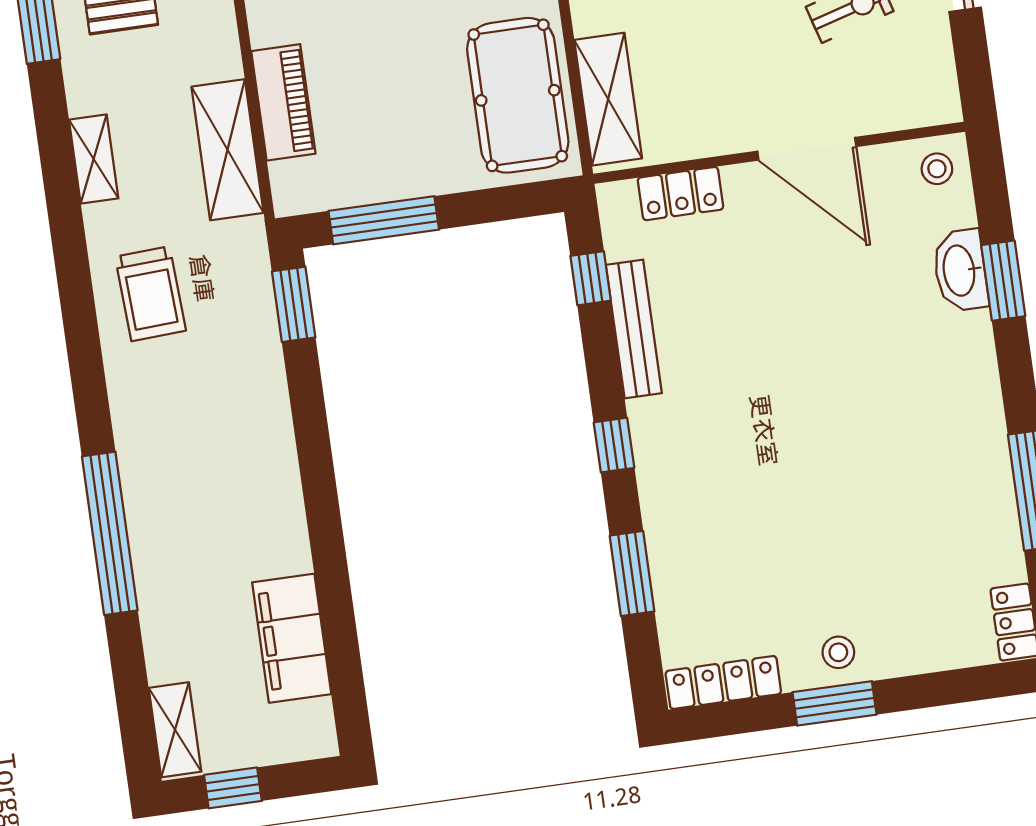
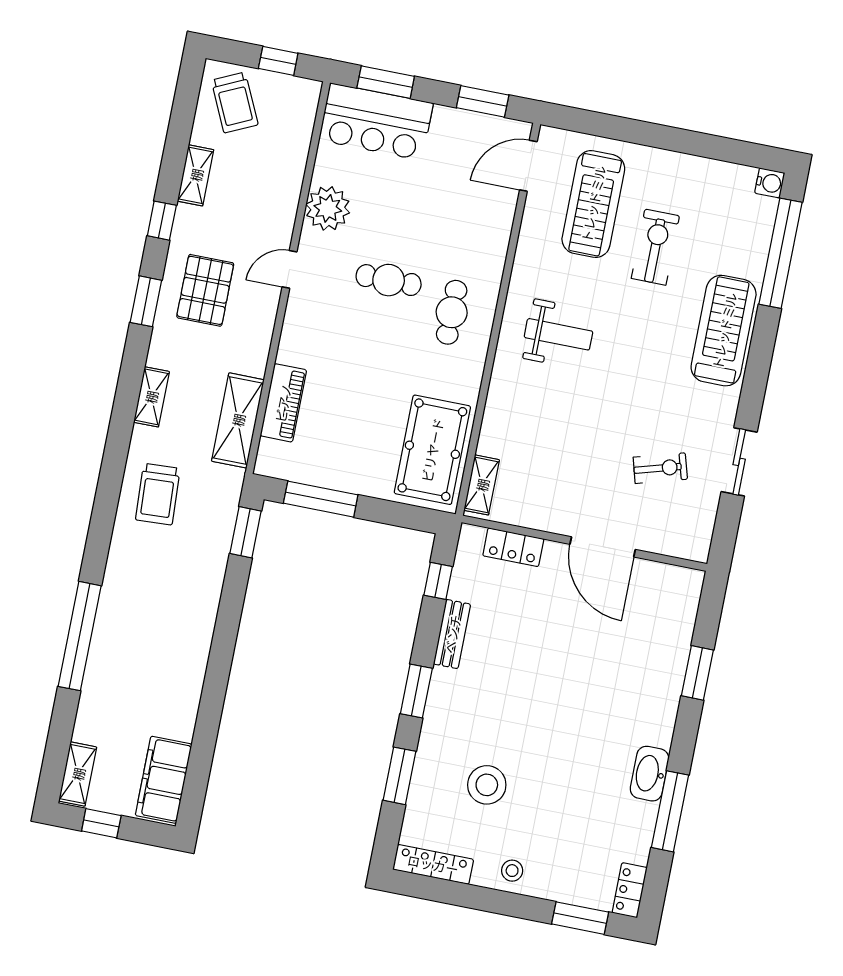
shelving: (608, 99) -> (482, 485), width x0.67, depth x0.75
stool: (937, 169) -> (487, 785), moved, width x1.89, depth x1.89
washbasin: (960, 270) -> (650, 774), moved
bench: (634, 329) -> (452, 634), width x0.73
window: (614, 445) -> (416, 691), width x1.50
filing cabinet: (292, 638) -> (164, 780), moved
window: (834, 703) -> (580, 918), moved

